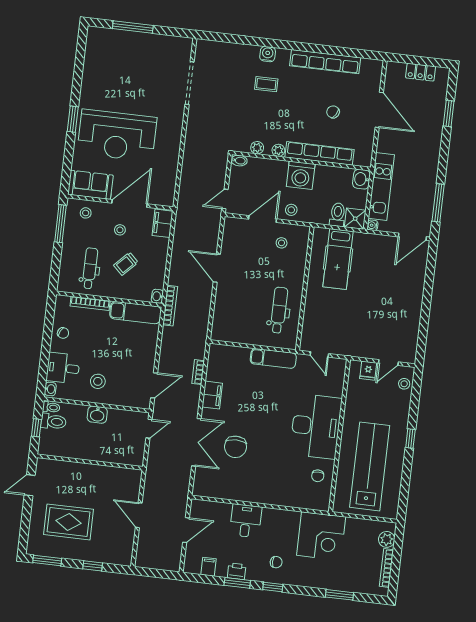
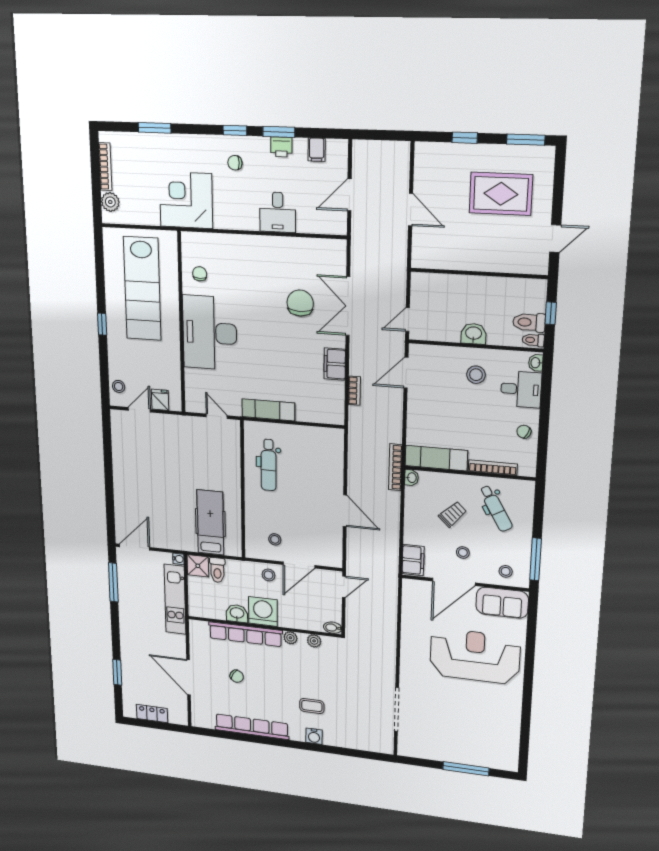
window: (73, 119) -> (528, 674), removed
washbasin: (361, 179) -> (237, 613), moved, turned -90
dental chair: (90, 268) -> (496, 509), turned -30

